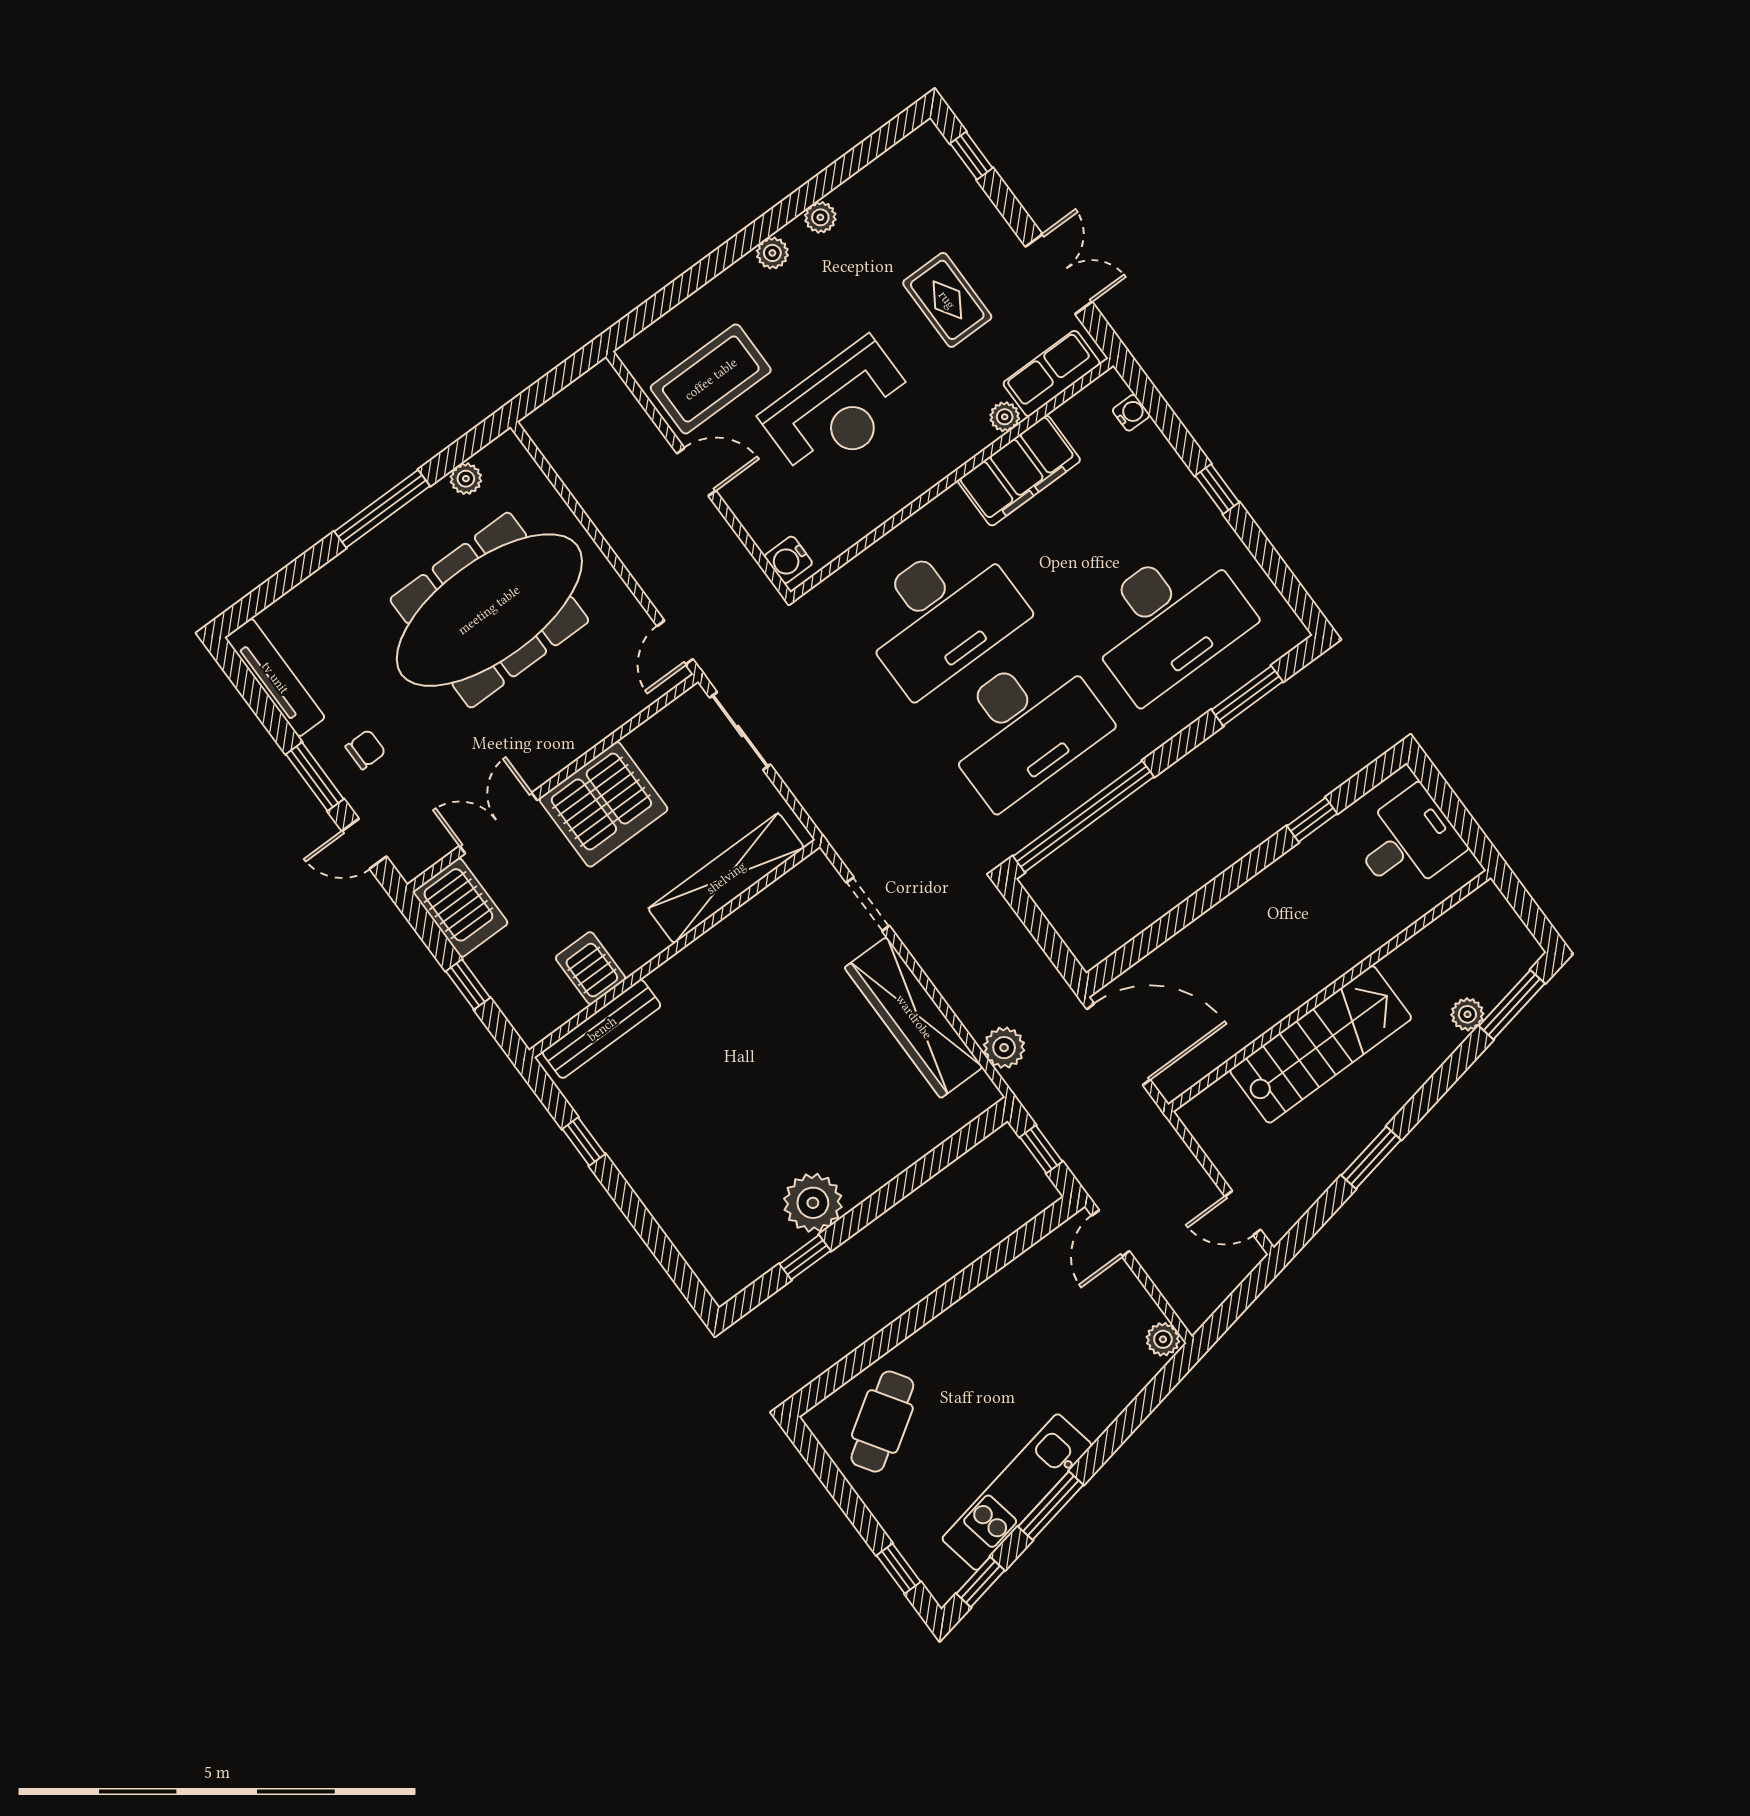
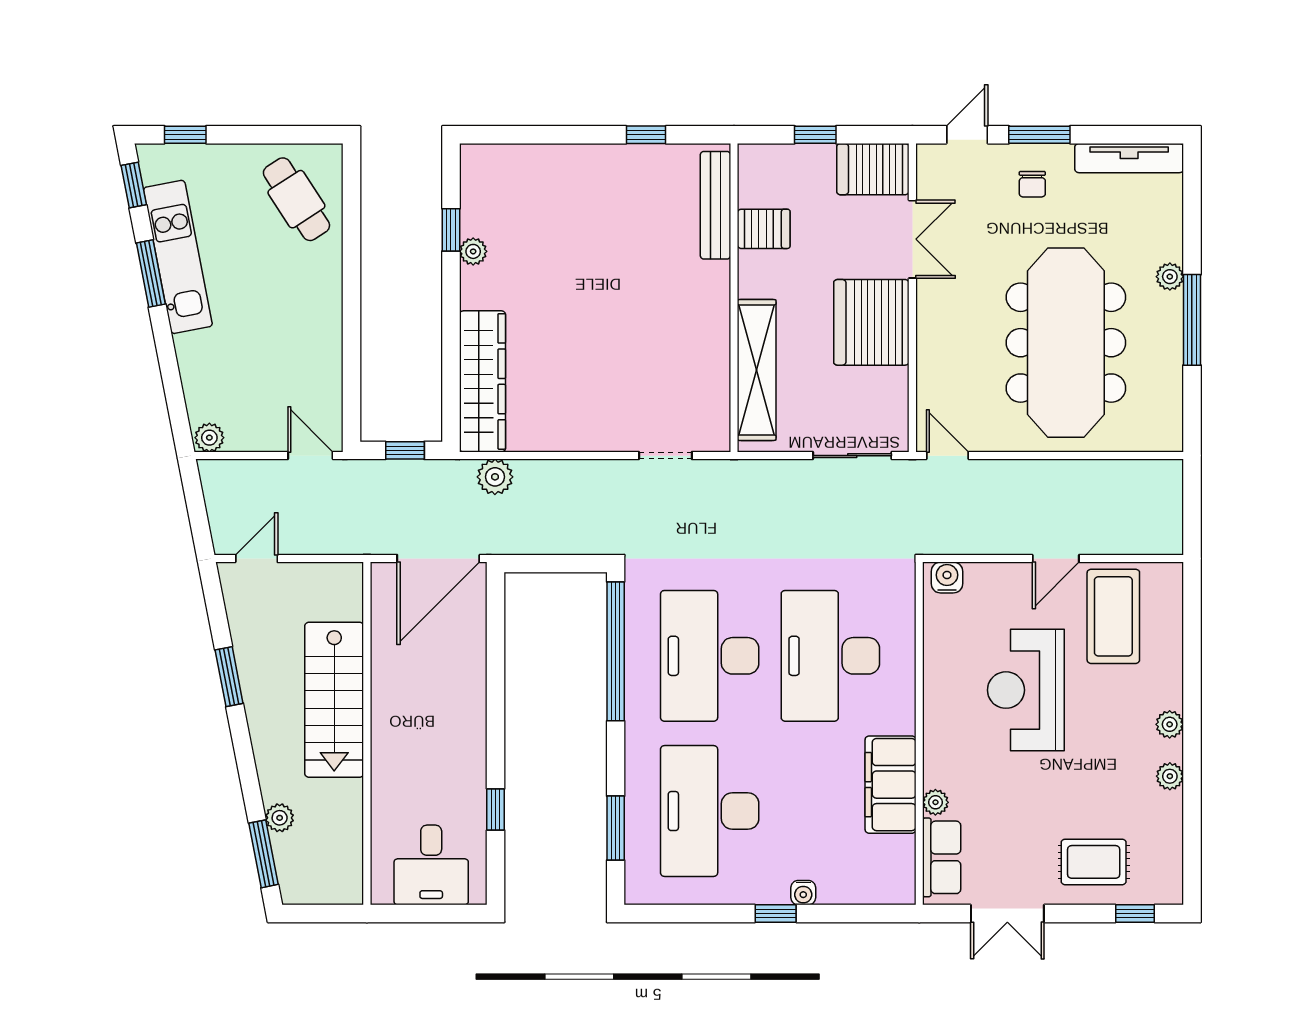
rug: (947, 300) -> (1094, 862), moved
water cooler: (1131, 413) -> (803, 893), moved
plant: (466, 479) -> (1170, 277), moved
wardrobe: (914, 1017) -> (482, 381), moved, turned 90
plant: (813, 1203) -> (473, 251), width x0.53, depth x0.53

